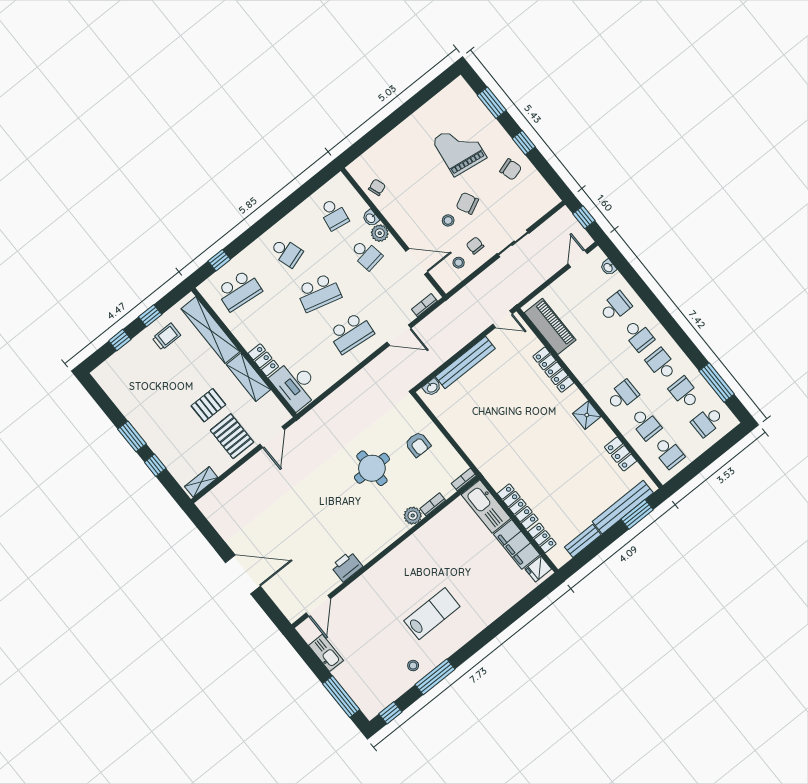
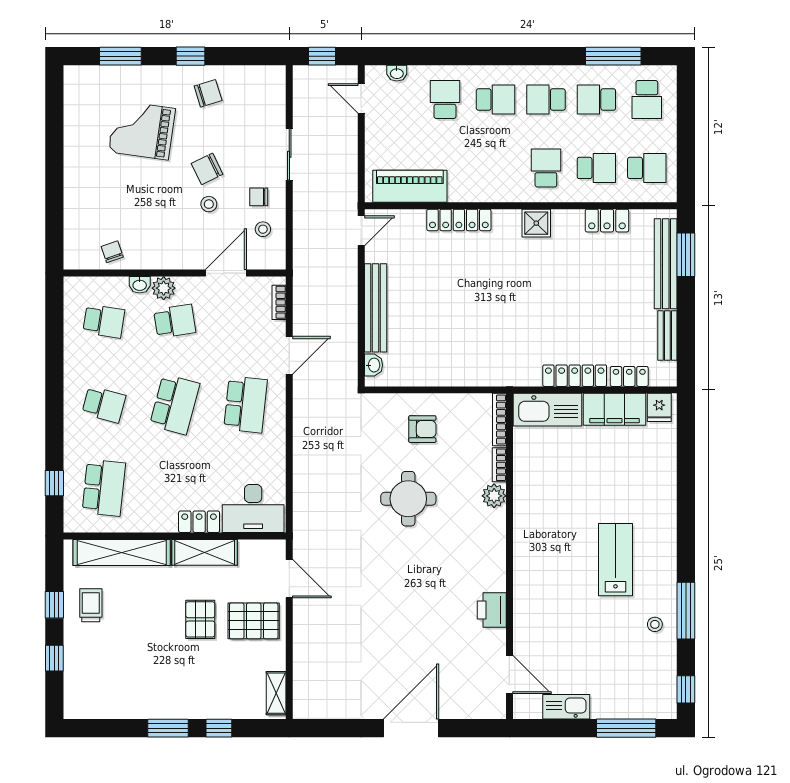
school desk: (286, 252) -> (104, 404), turned 33
bookcase: (464, 479) -> (499, 420), width x1.56

